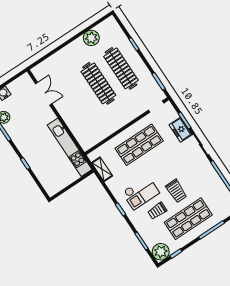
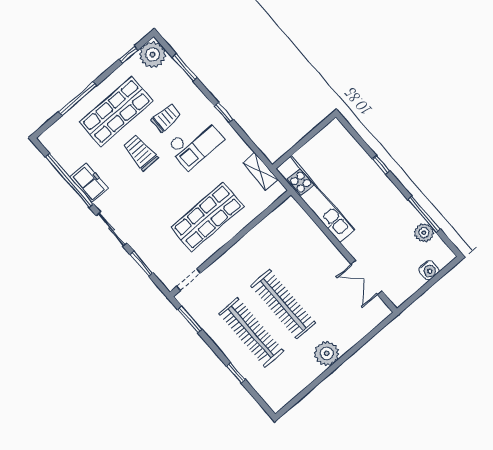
plant: (91, 38) -> (327, 353), moved
freezer: (180, 130) -> (89, 183), moved
checkout: (141, 193) -> (195, 143), turned 180

